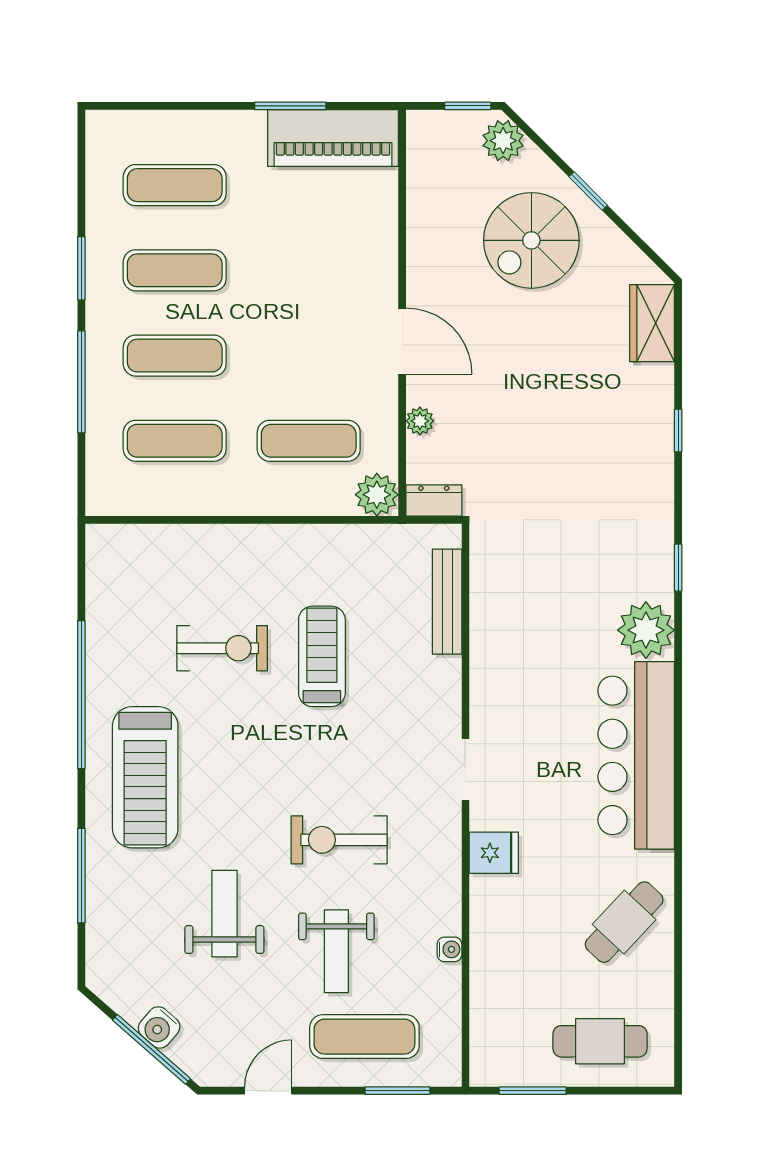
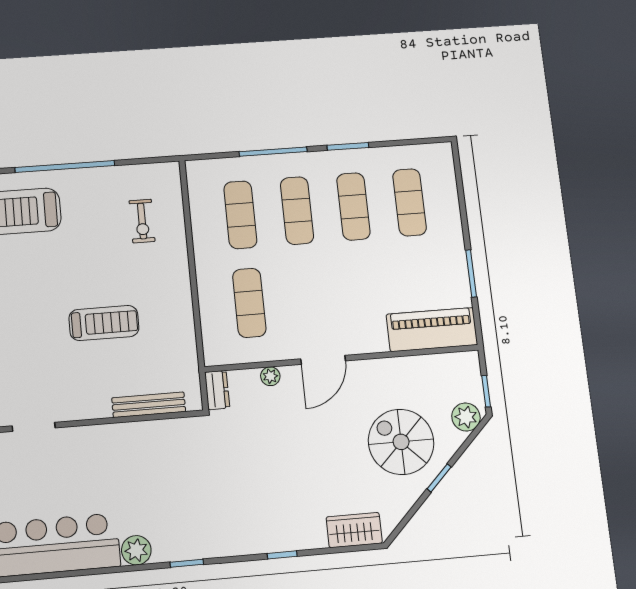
piano: (333, 138) -> (432, 330), moved, turned 90
plant: (377, 495) -> (217, 351), removed
plant: (646, 630) -> (136, 550), width x0.73, depth x0.73
exercise bike: (222, 648) -> (142, 221), moved, width x0.73, depth x0.72

